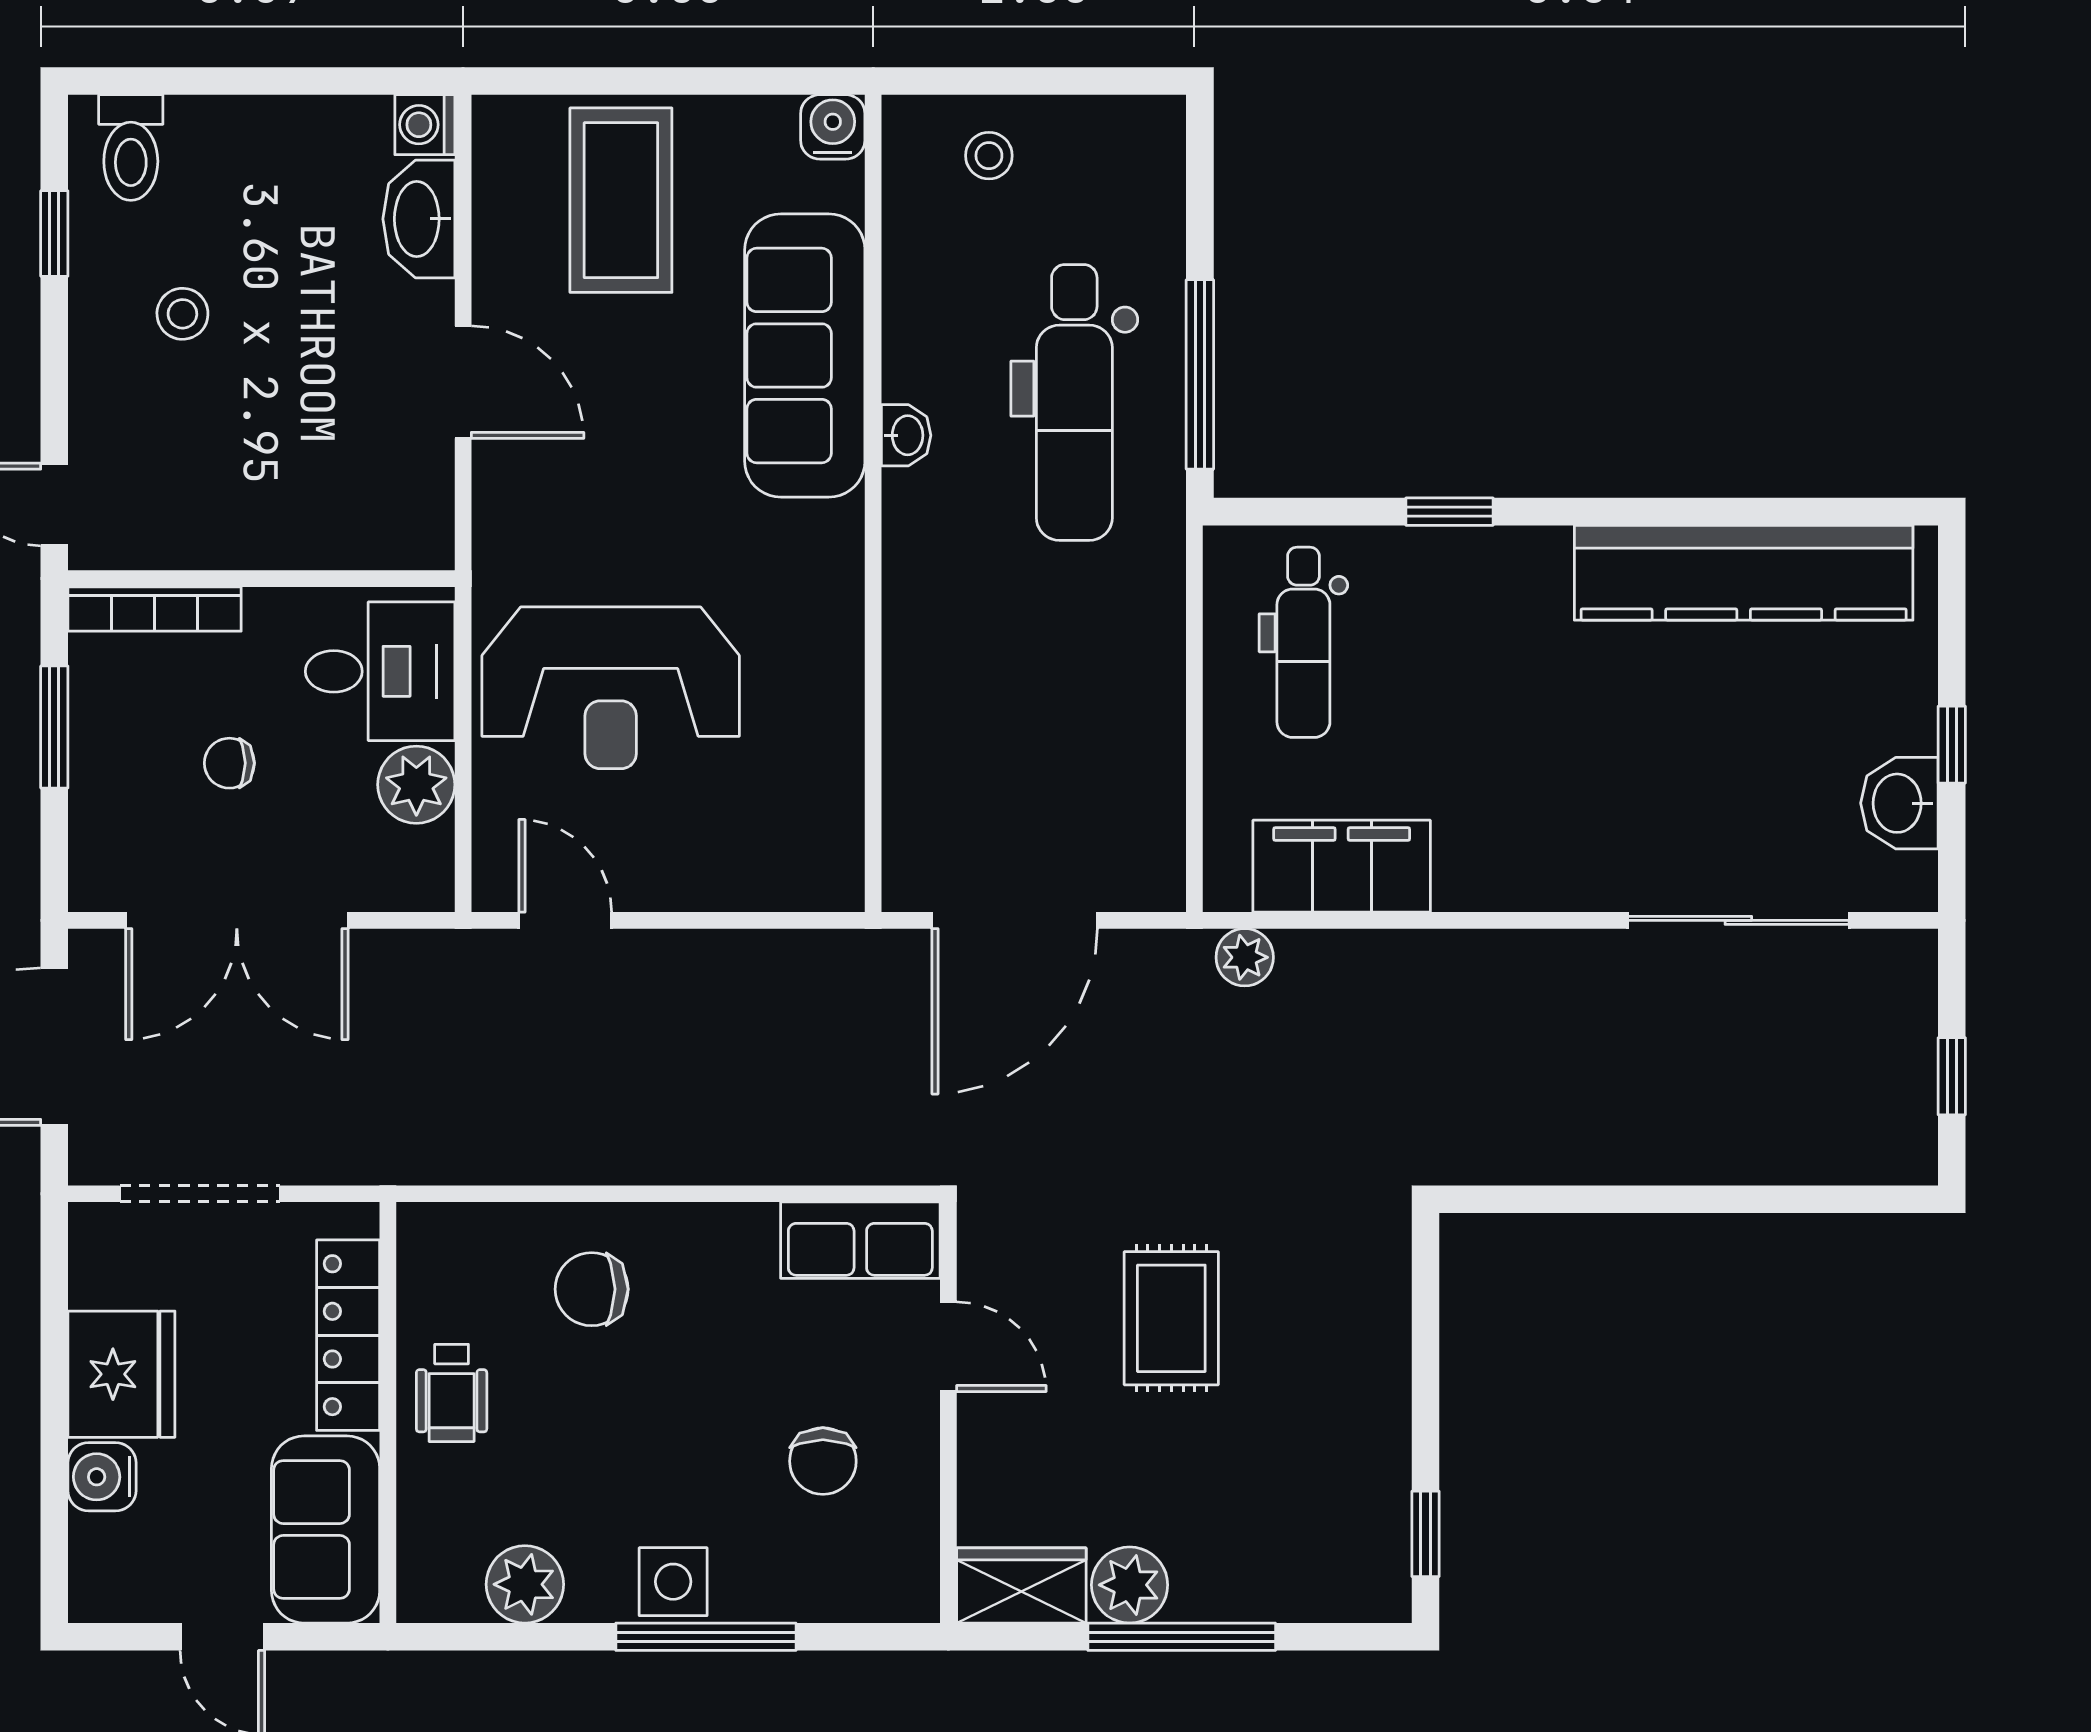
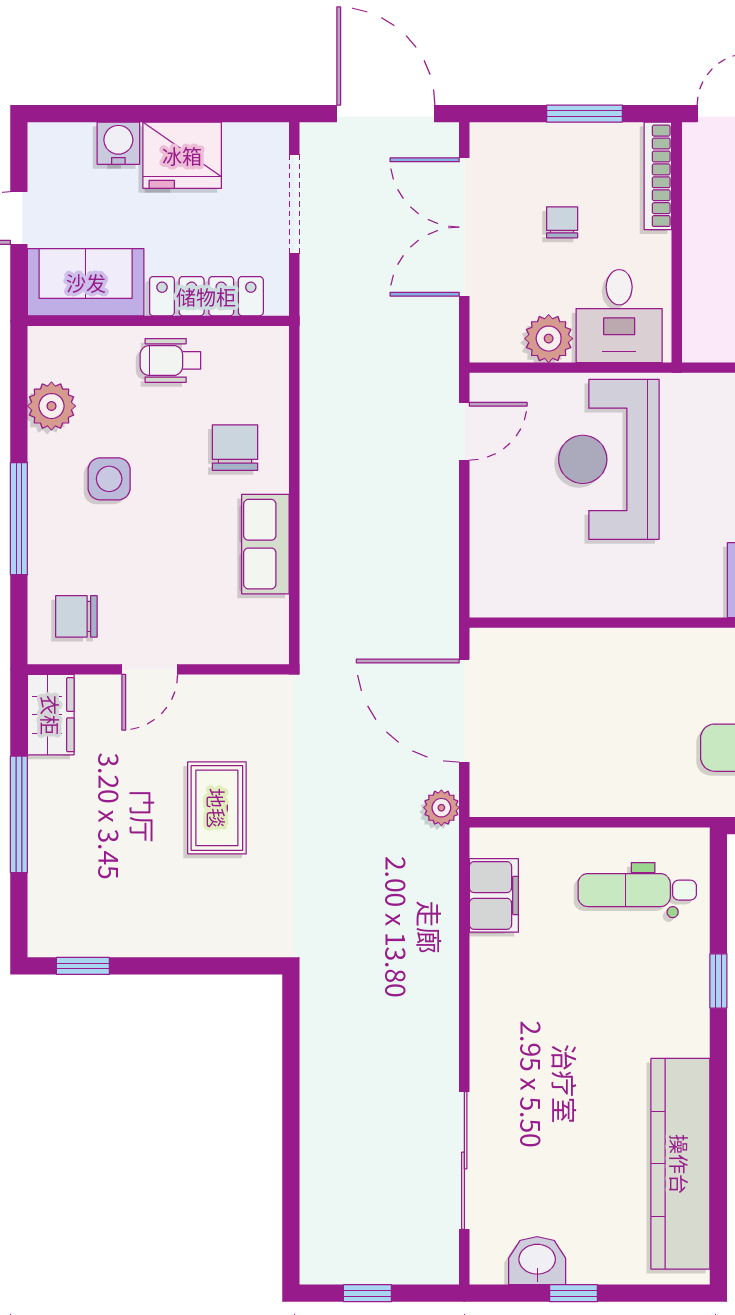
filing cabinet: (1342, 866) -> (494, 895), width x0.67, depth x0.86
plant: (1245, 957) -> (441, 808), moved
row of seats: (860, 1240) -> (265, 544), moved
rug: (1171, 1318) -> (217, 808), turned 90
door: (948, 1347) -> (150, 669), moved
chair: (823, 1461) -> (76, 616), moved
side table: (673, 1582) -> (109, 479), moved
plant: (1130, 1585) -> (51, 782), removed

